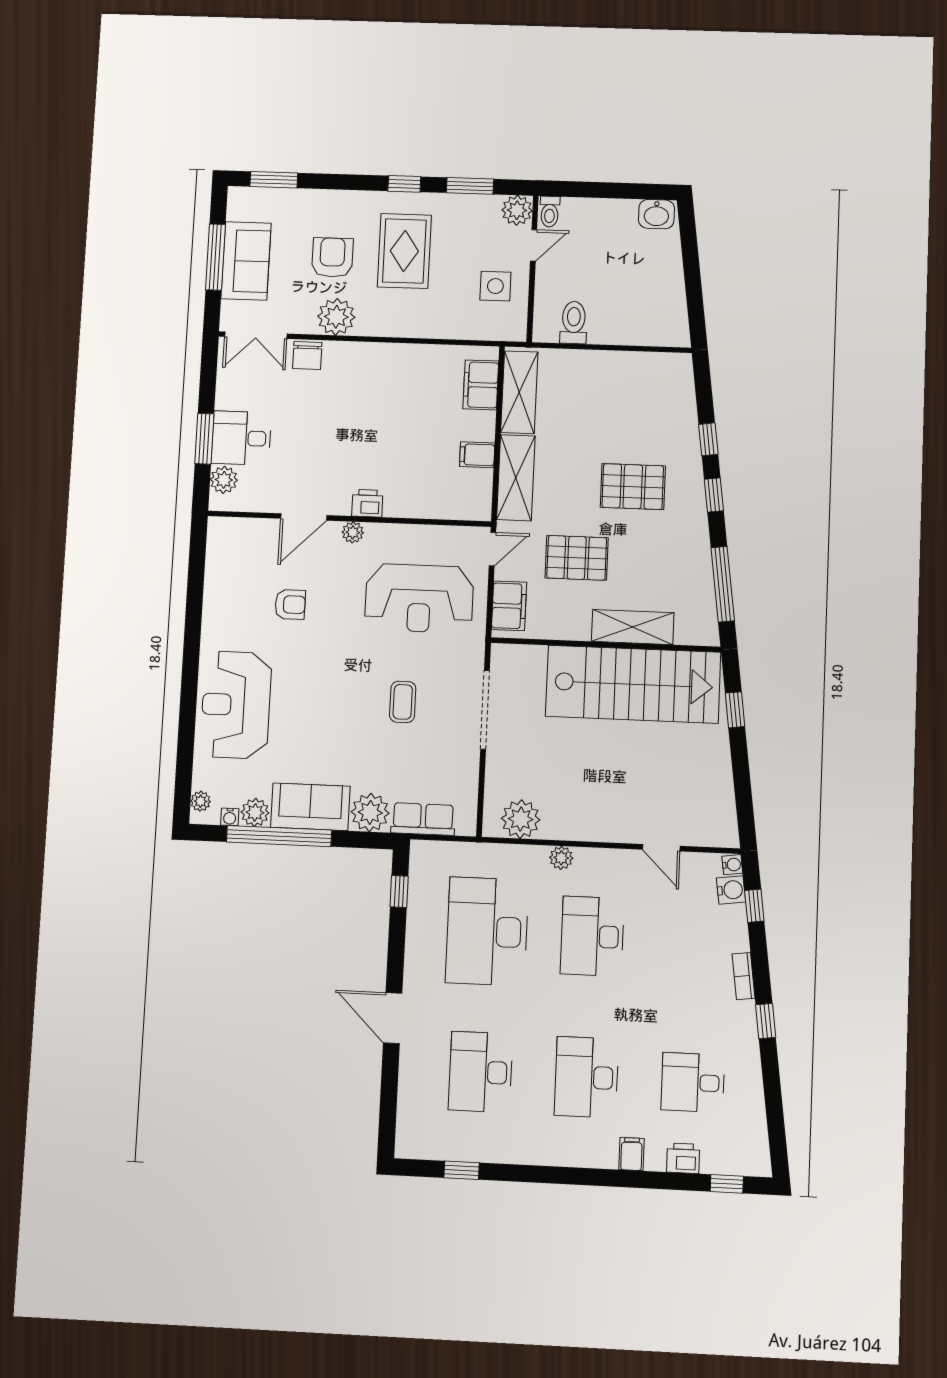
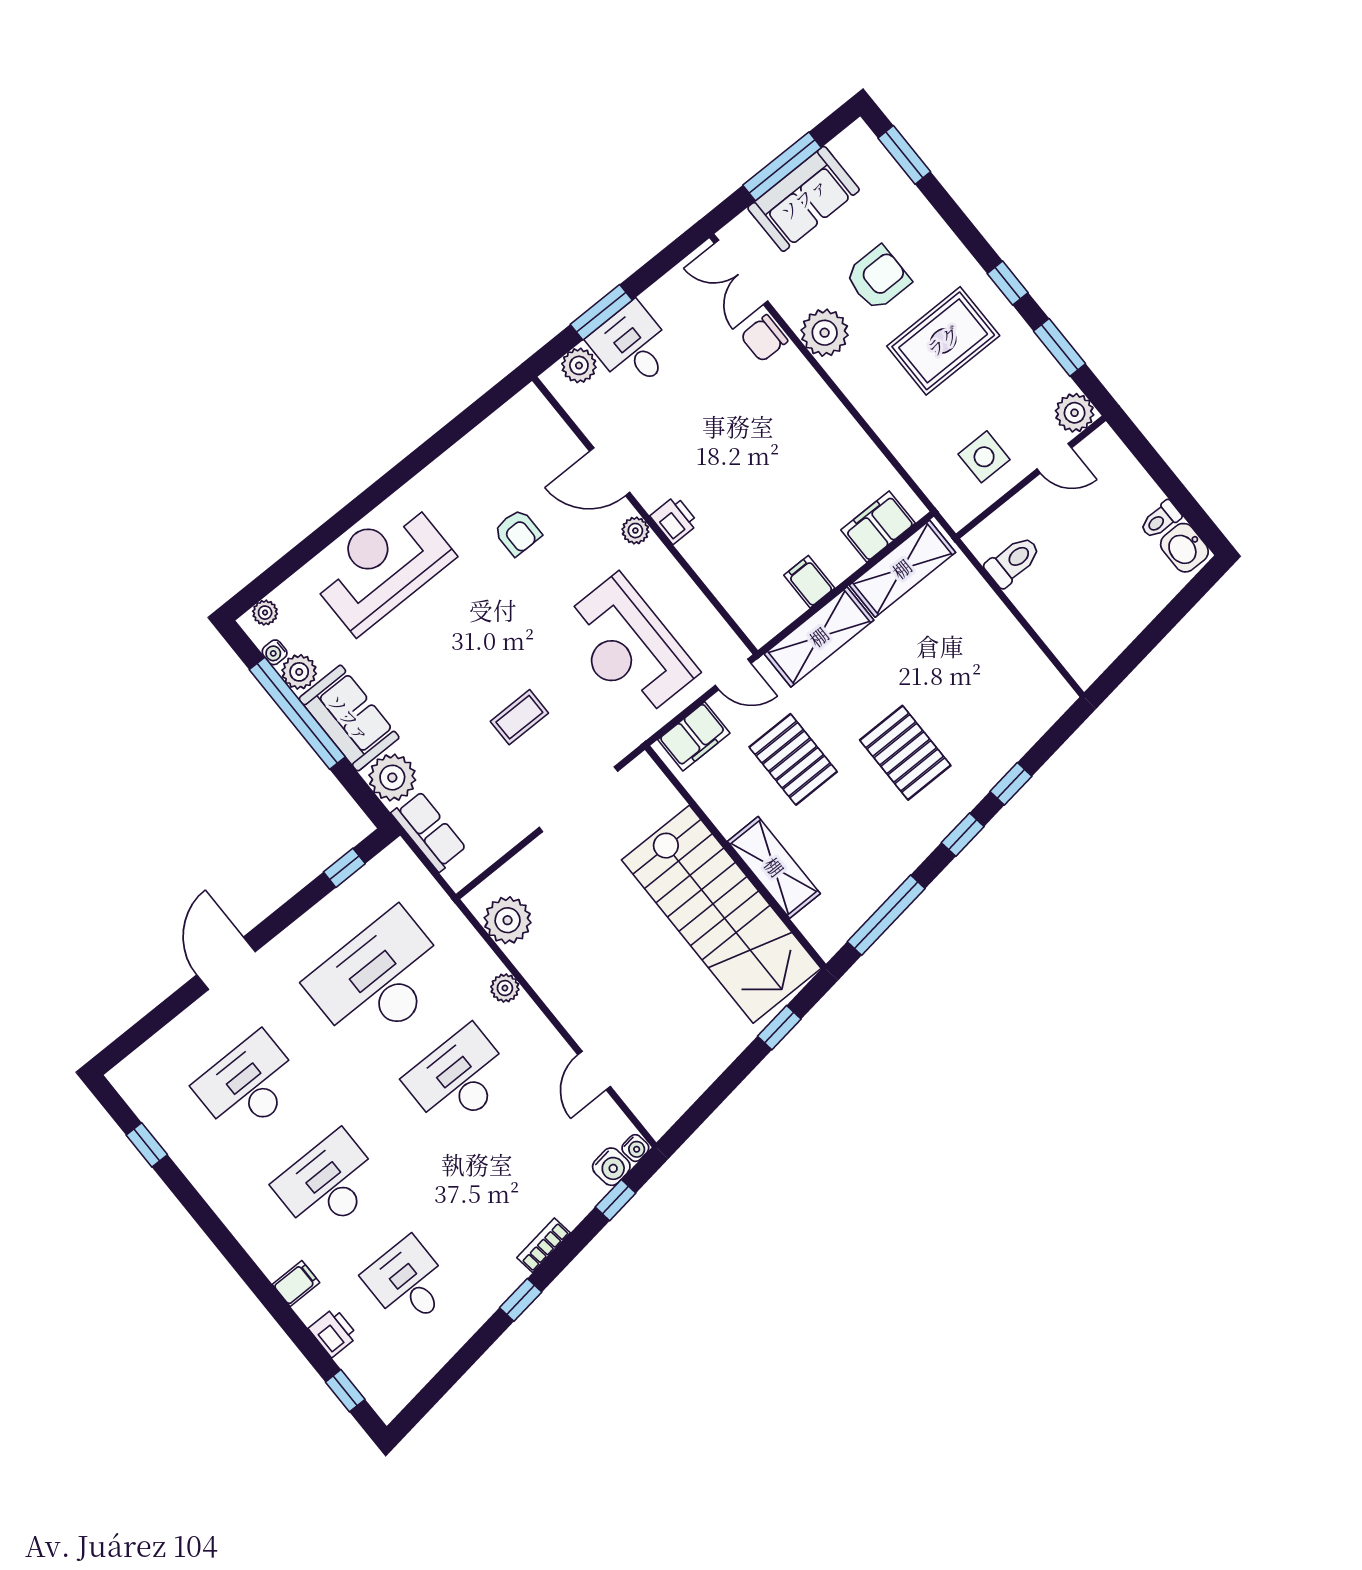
toilet: (550, 212) -> (1160, 520), moved

